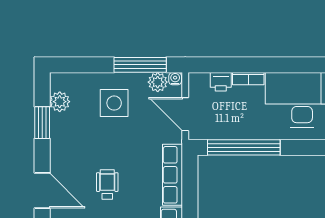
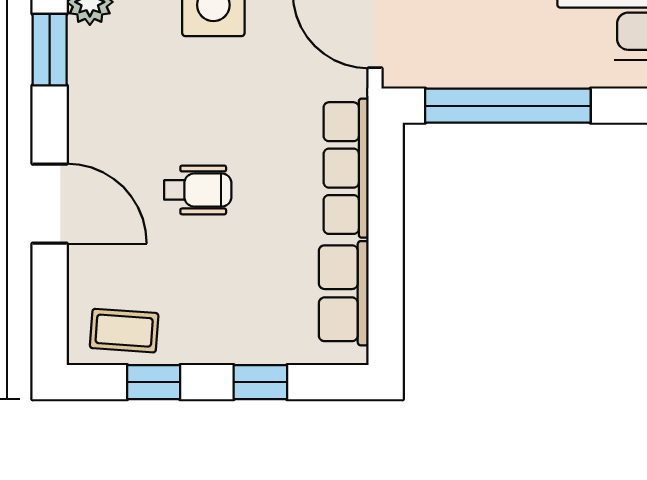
wheelchair: (107, 184) -> (198, 190), turned 90

